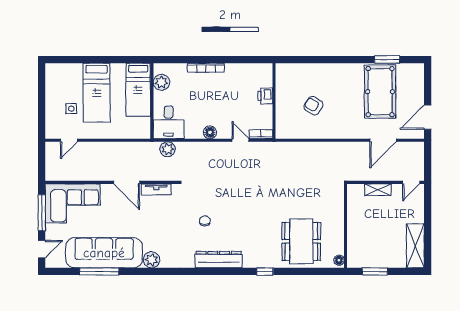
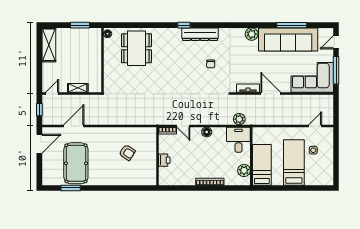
window: (428, 161) -> (39, 110), added
window: (265, 271) -> (184, 25), moved

